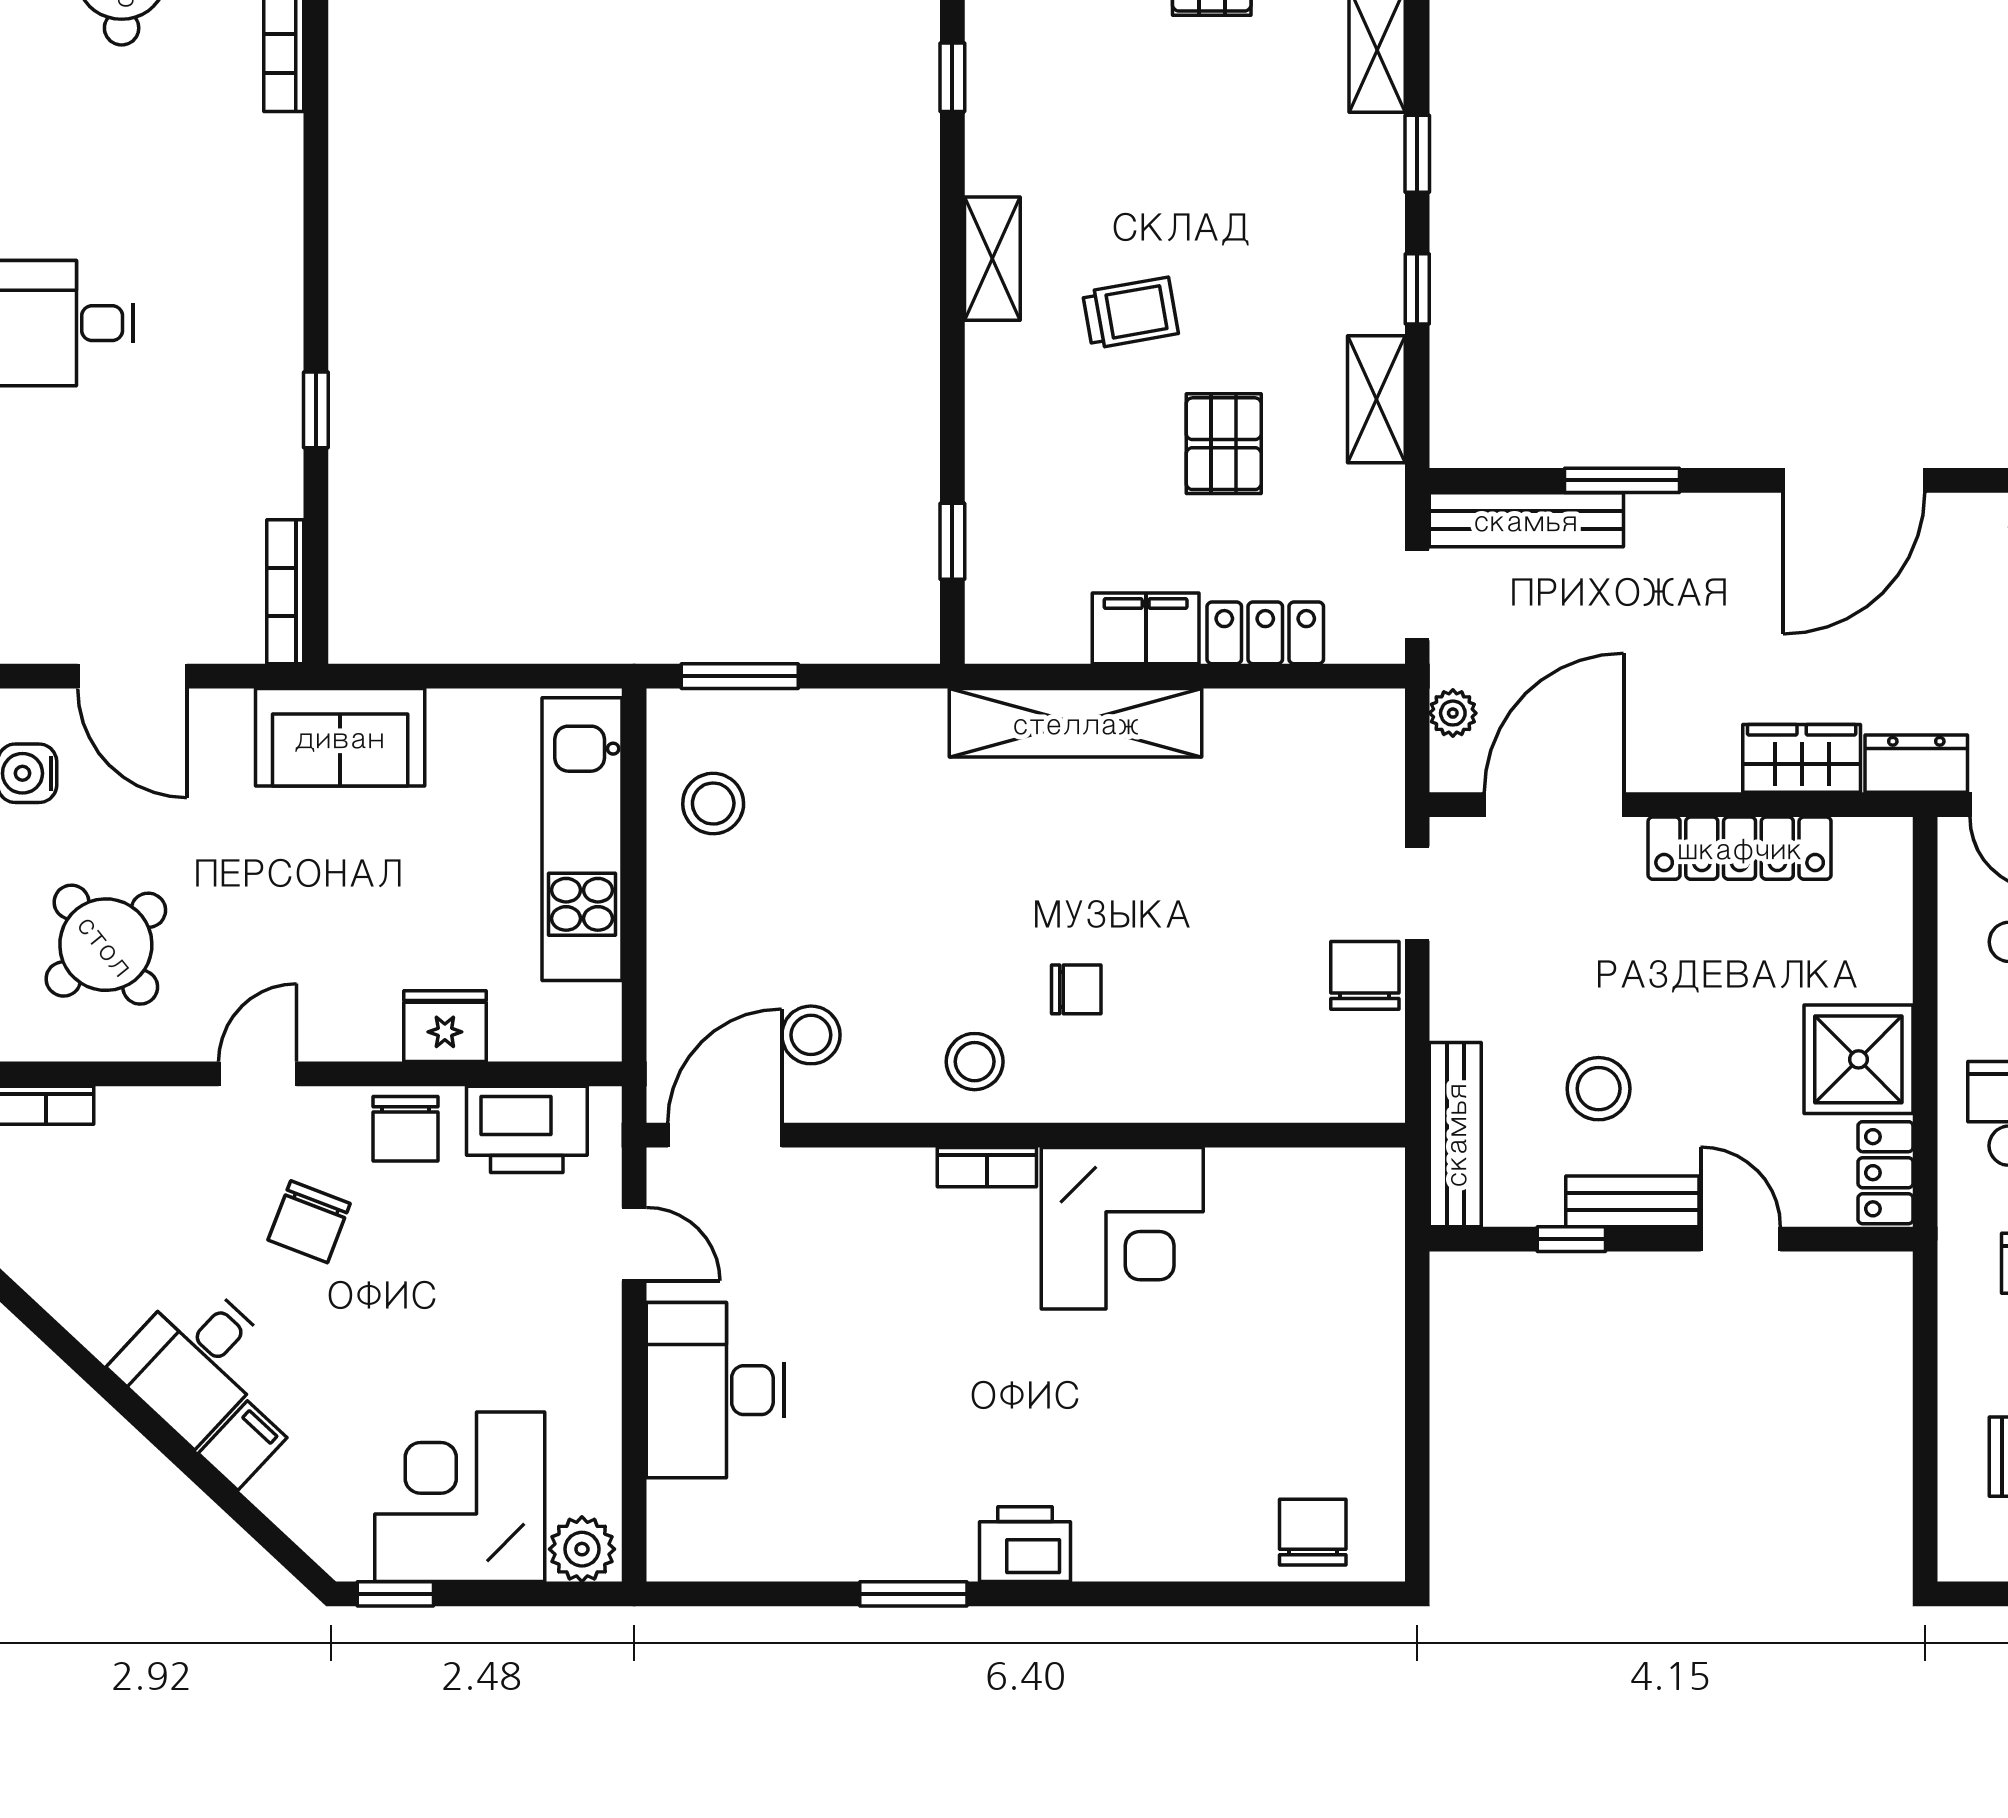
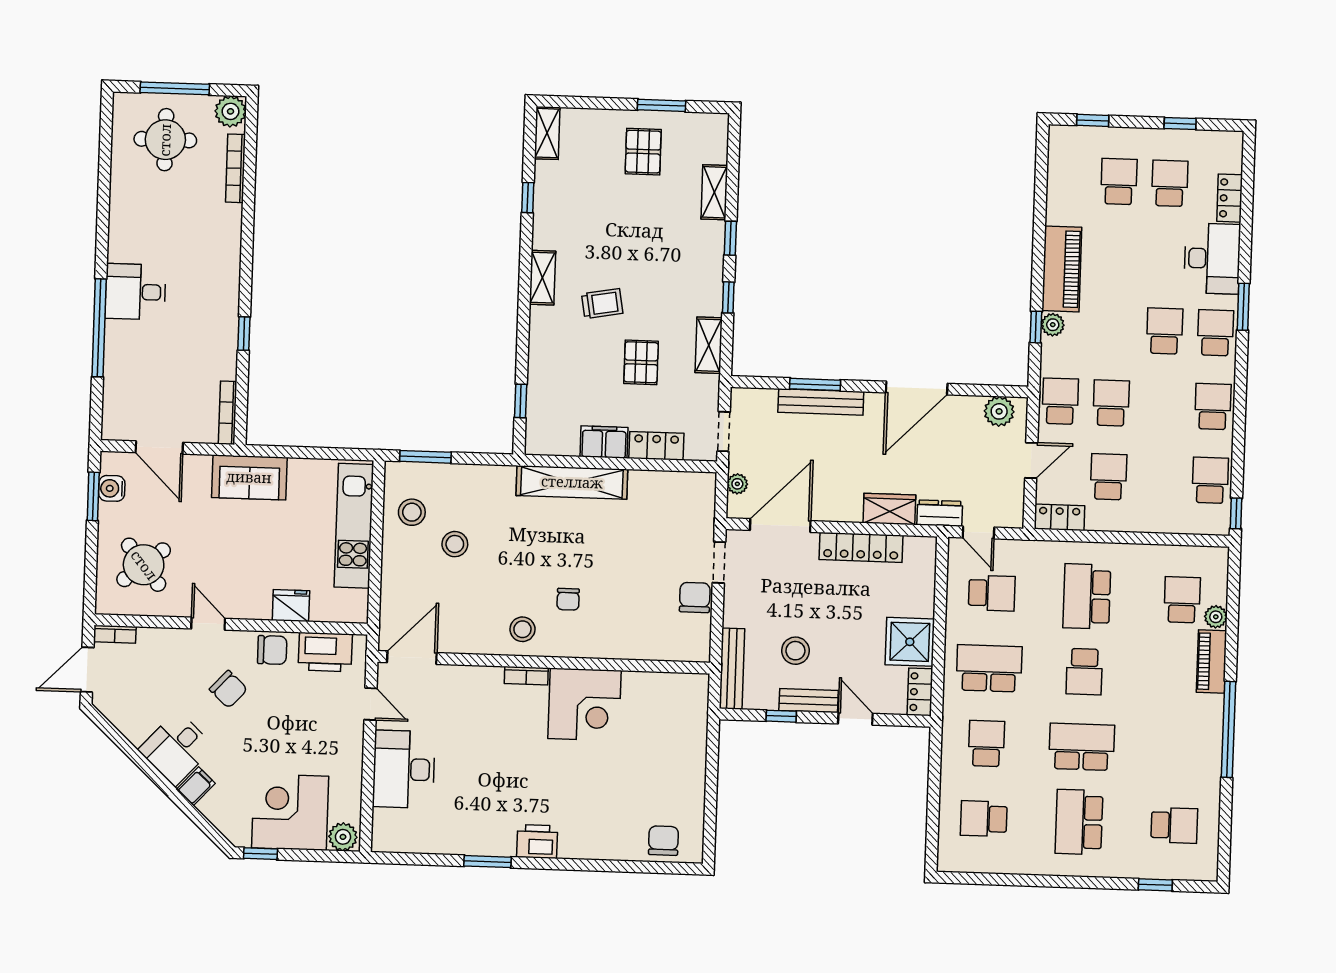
bench: (1526, 520) -> (821, 402), moved
chair: (1076, 989) -> (568, 599), turned 90
stool: (811, 1035) -> (455, 544), moved
door: (258, 1074) -> (208, 624), hinge flipped
chair: (406, 1129) -> (272, 650), turned -90
chair: (309, 1222) -> (228, 689), turned -68

